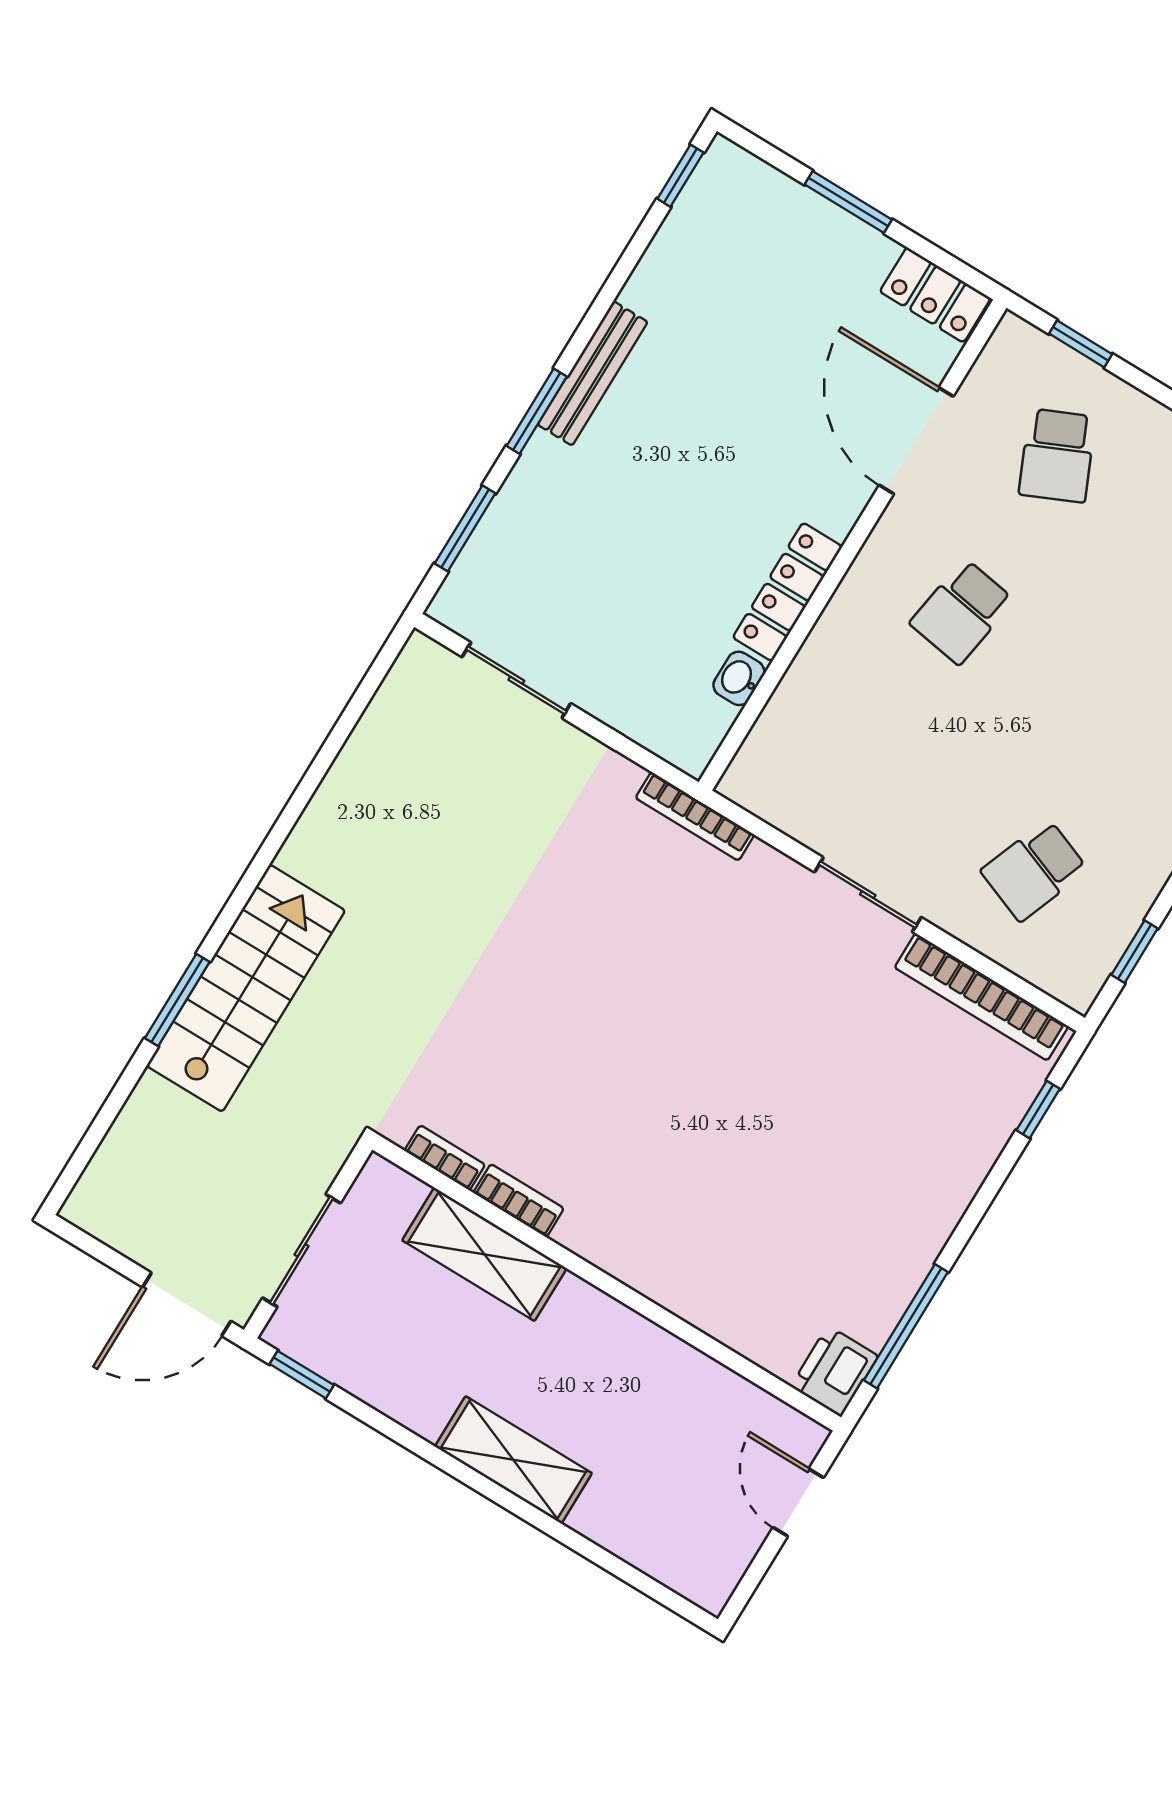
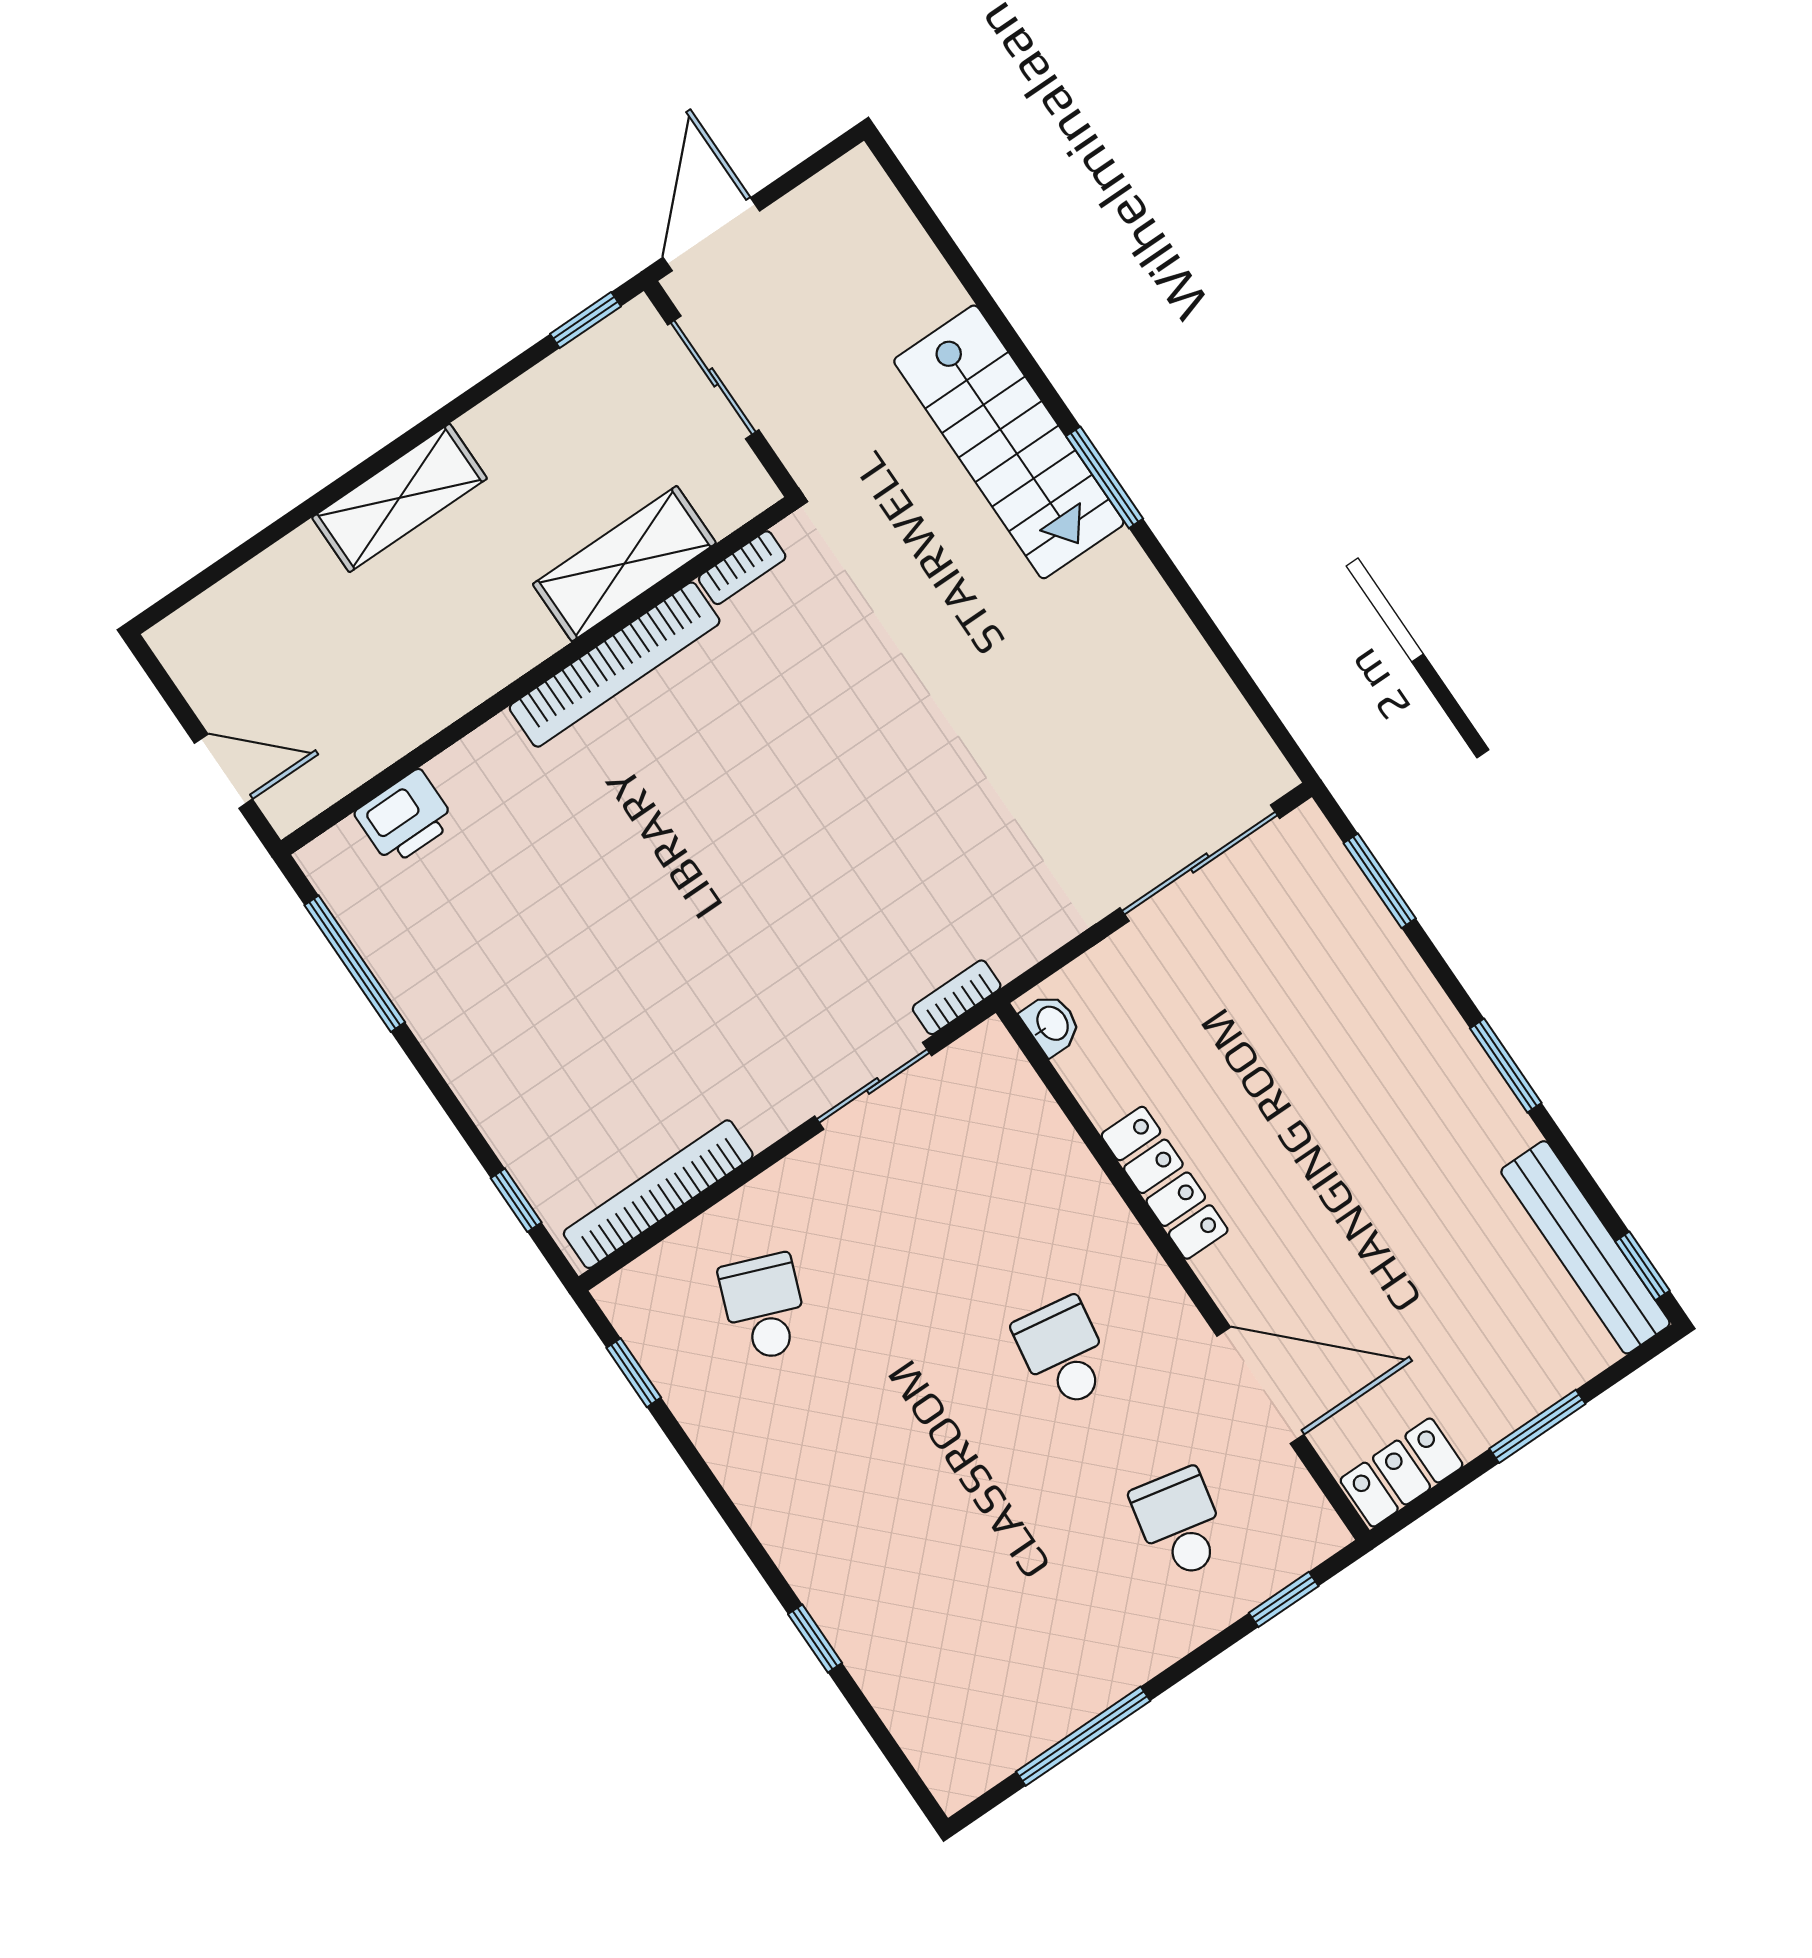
bench: (593, 373) -> (1585, 1247), moved, width x1.37, depth x1.21
window: (537, 411) -> (1506, 1066), moved
school desk: (1057, 456) -> (1180, 1523), turned 36
washbasin: (739, 678) -> (1051, 1024), moved
sliding door: (516, 680) -> (1200, 863), width x1.37
bookcase: (695, 816) -> (957, 997), width x0.64
sliding door: (868, 895) -> (873, 1086), moved
window: (177, 1000) -> (1105, 477), moved
bookcase: (519, 1201) -> (615, 665), width x2.31, depth x1.31
printer: (834, 1371) -> (405, 817), moved, turned 90

